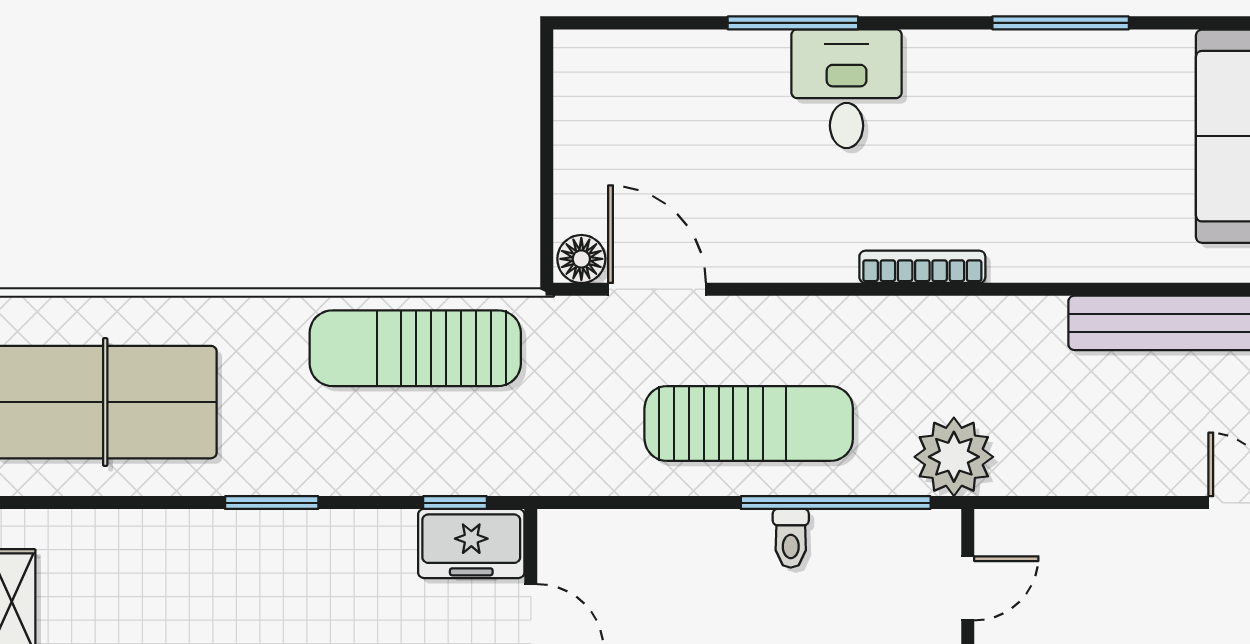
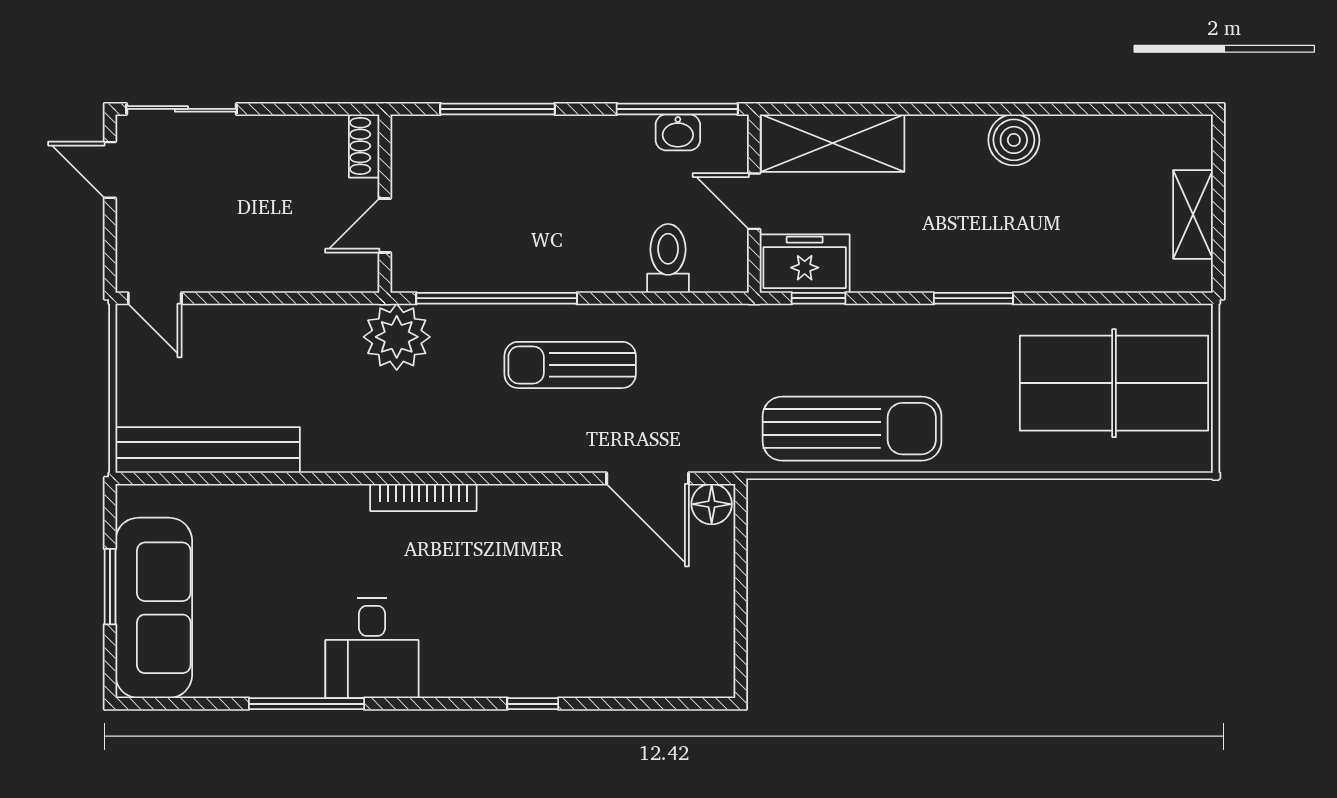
window: (793, 23) -> (533, 704), width x0.46
desk: (847, 89) -> (372, 648), moved
sun lounger: (749, 423) -> (570, 365), width x0.73, depth x0.75
toilet: (791, 538) -> (668, 258), moved, width x1.37, depth x1.39

